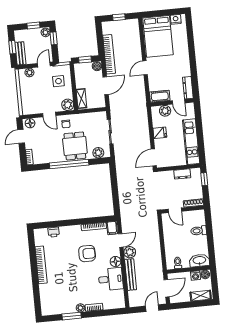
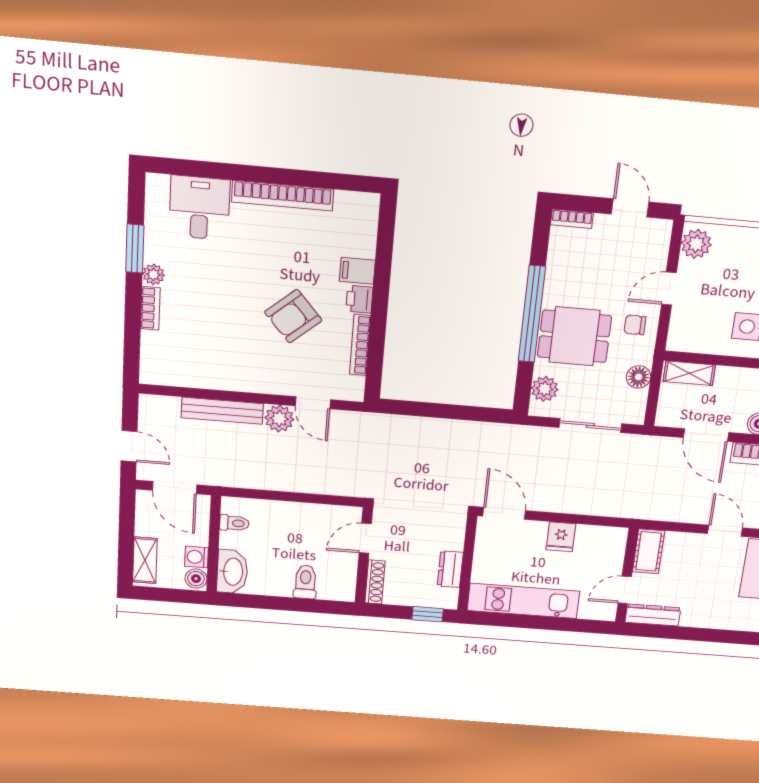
plant: (68, 105) -> (696, 244), moved
plant: (165, 111) -> (611, 557), removed
floor lamp: (30, 123) -> (639, 377), moved
filing cabinet: (112, 228) -> (357, 271), moved
printer: (54, 232) -> (359, 299), moved
armchair: (87, 254) -> (293, 316), turned 49
floor lamp: (116, 262) -> (261, 381), removed
desk: (111, 279) -> (200, 208), moved, turned 180

